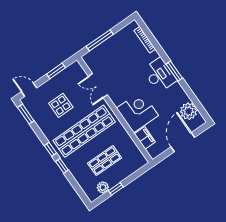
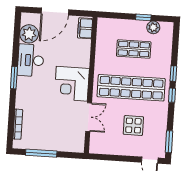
window: (100, 40) -> (41, 153), moved
window: (56, 71) -> (114, 158), removed
desk: (160, 75) -> (31, 60), moved
corner desk: (137, 112) -> (72, 84), moved
filing cabinet: (145, 138) -> (85, 28), moved

